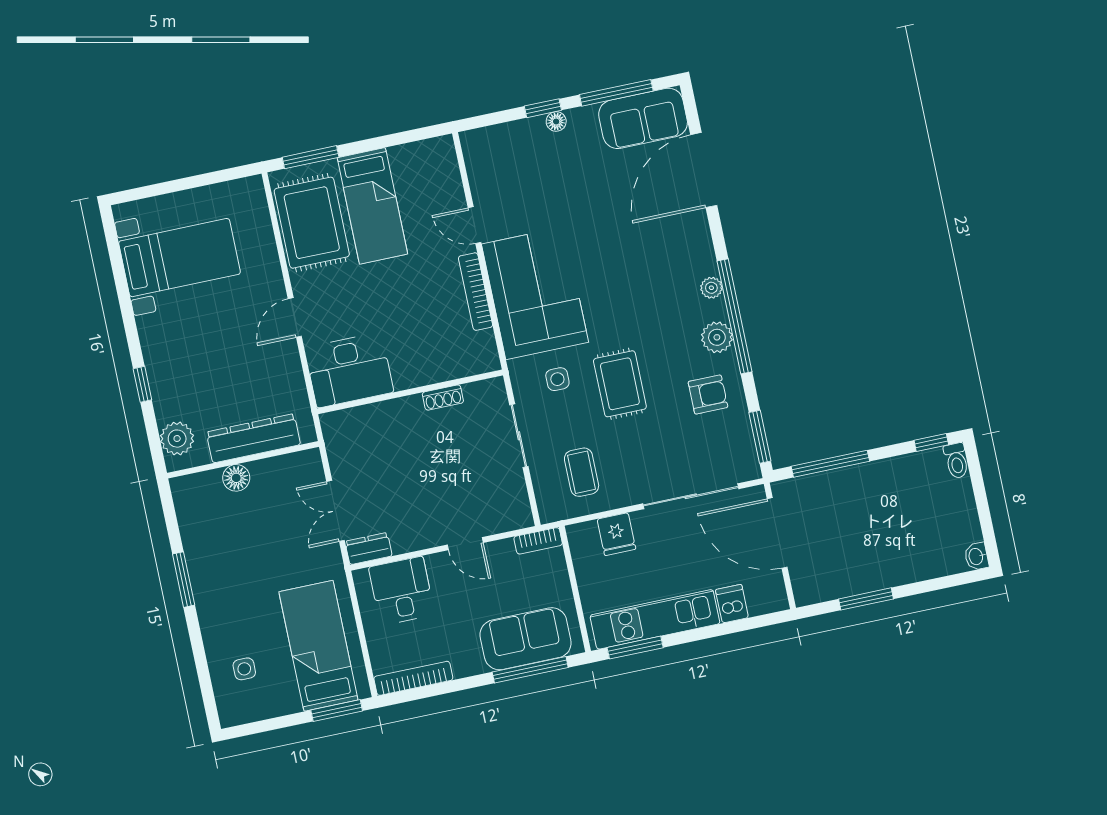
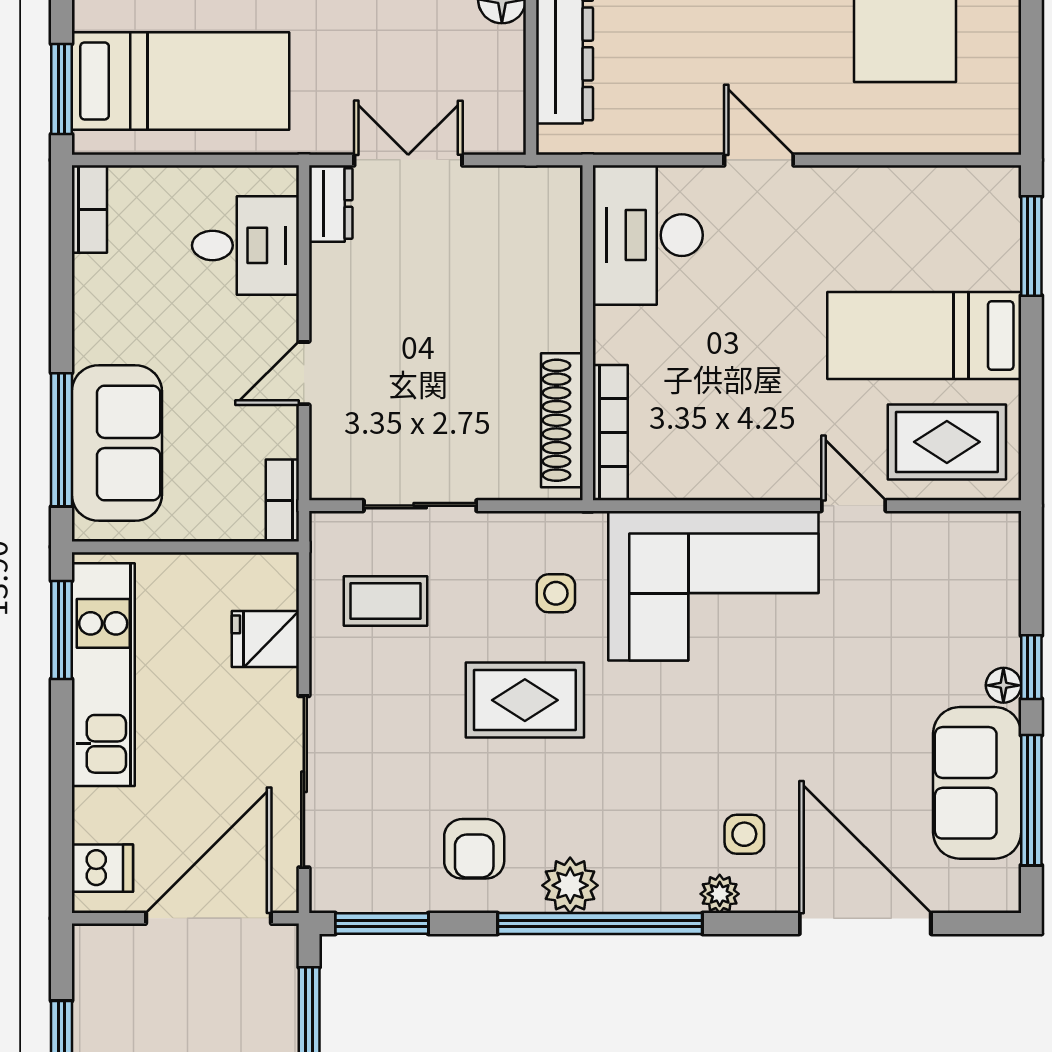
sofa: (643, 118) -> (977, 783), moved
rug: (312, 223) -> (947, 442), moved, width x0.73, depth x0.70
door: (474, 225) -> (854, 506), hinge flipped
side table: (668, 247) -> (744, 834), added
plant: (711, 288) -> (720, 894), moved
bookcase: (476, 292) -> (610, 433), moved, turned 90
shoe rack: (443, 398) -> (562, 420), width x1.94, depth x1.24
sliding door: (519, 436) -> (420, 506), moved
dishwasher: (732, 604) -> (102, 868), moved
bookcase: (413, 678) -> (89, 209), width x0.64

